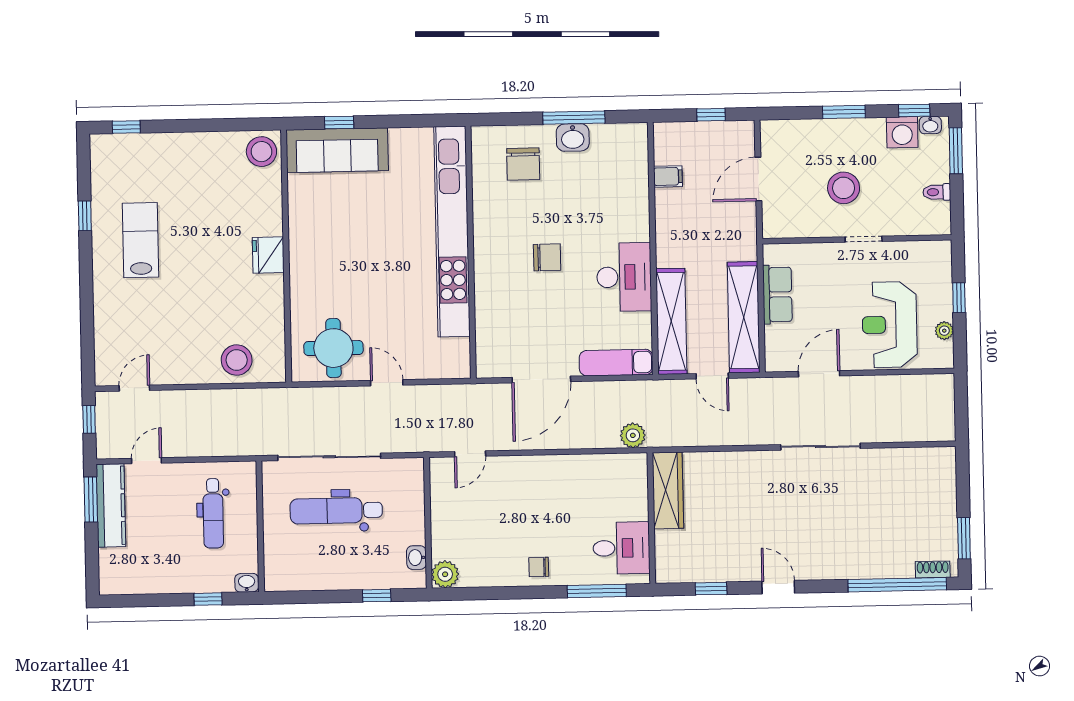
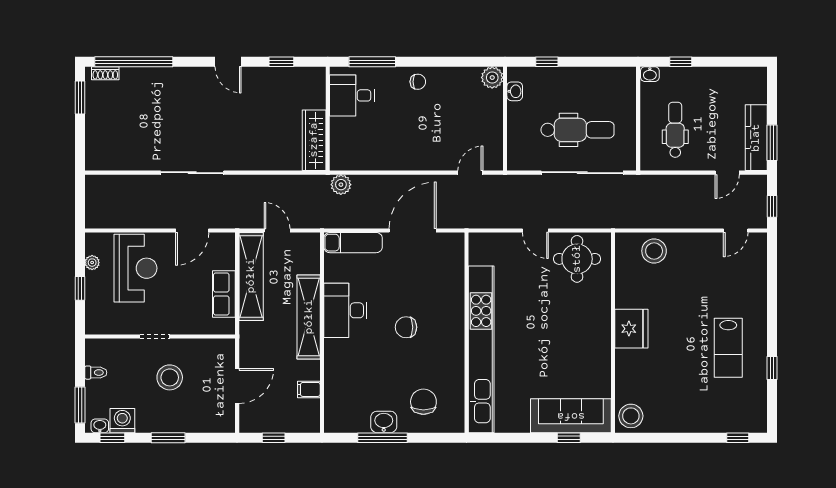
fridge: (268, 255) -> (631, 329), width x1.36, depth x1.34
shelving: (671, 321) -> (309, 317), moved

